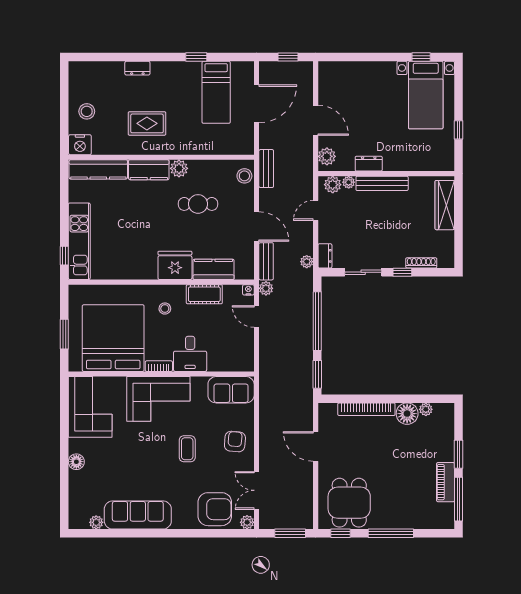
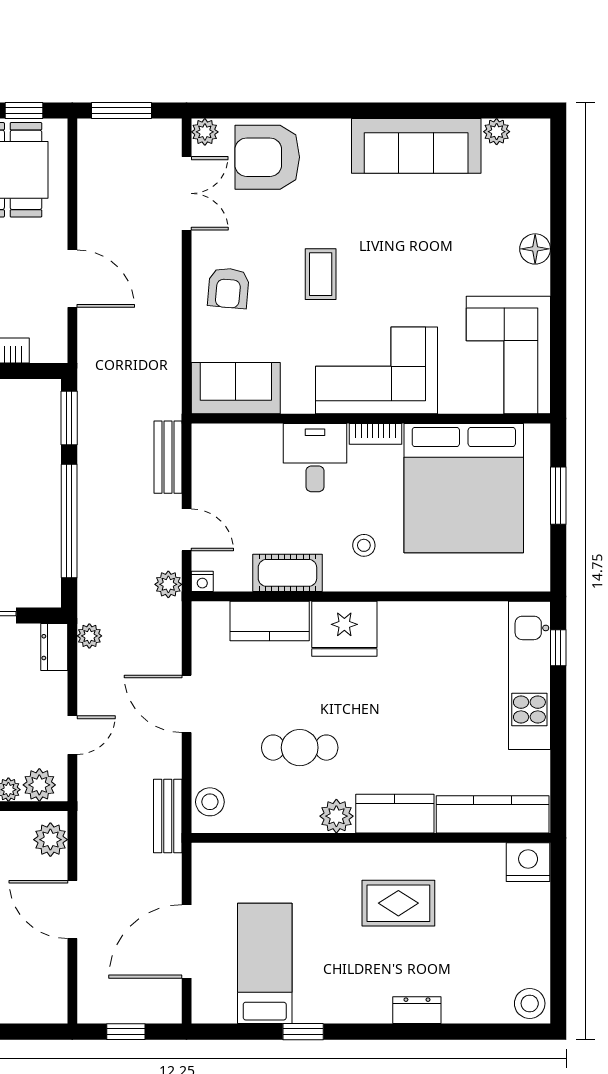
stool: (87, 111) -> (530, 1003), moved
bench: (266, 261) -> (168, 457), moved

